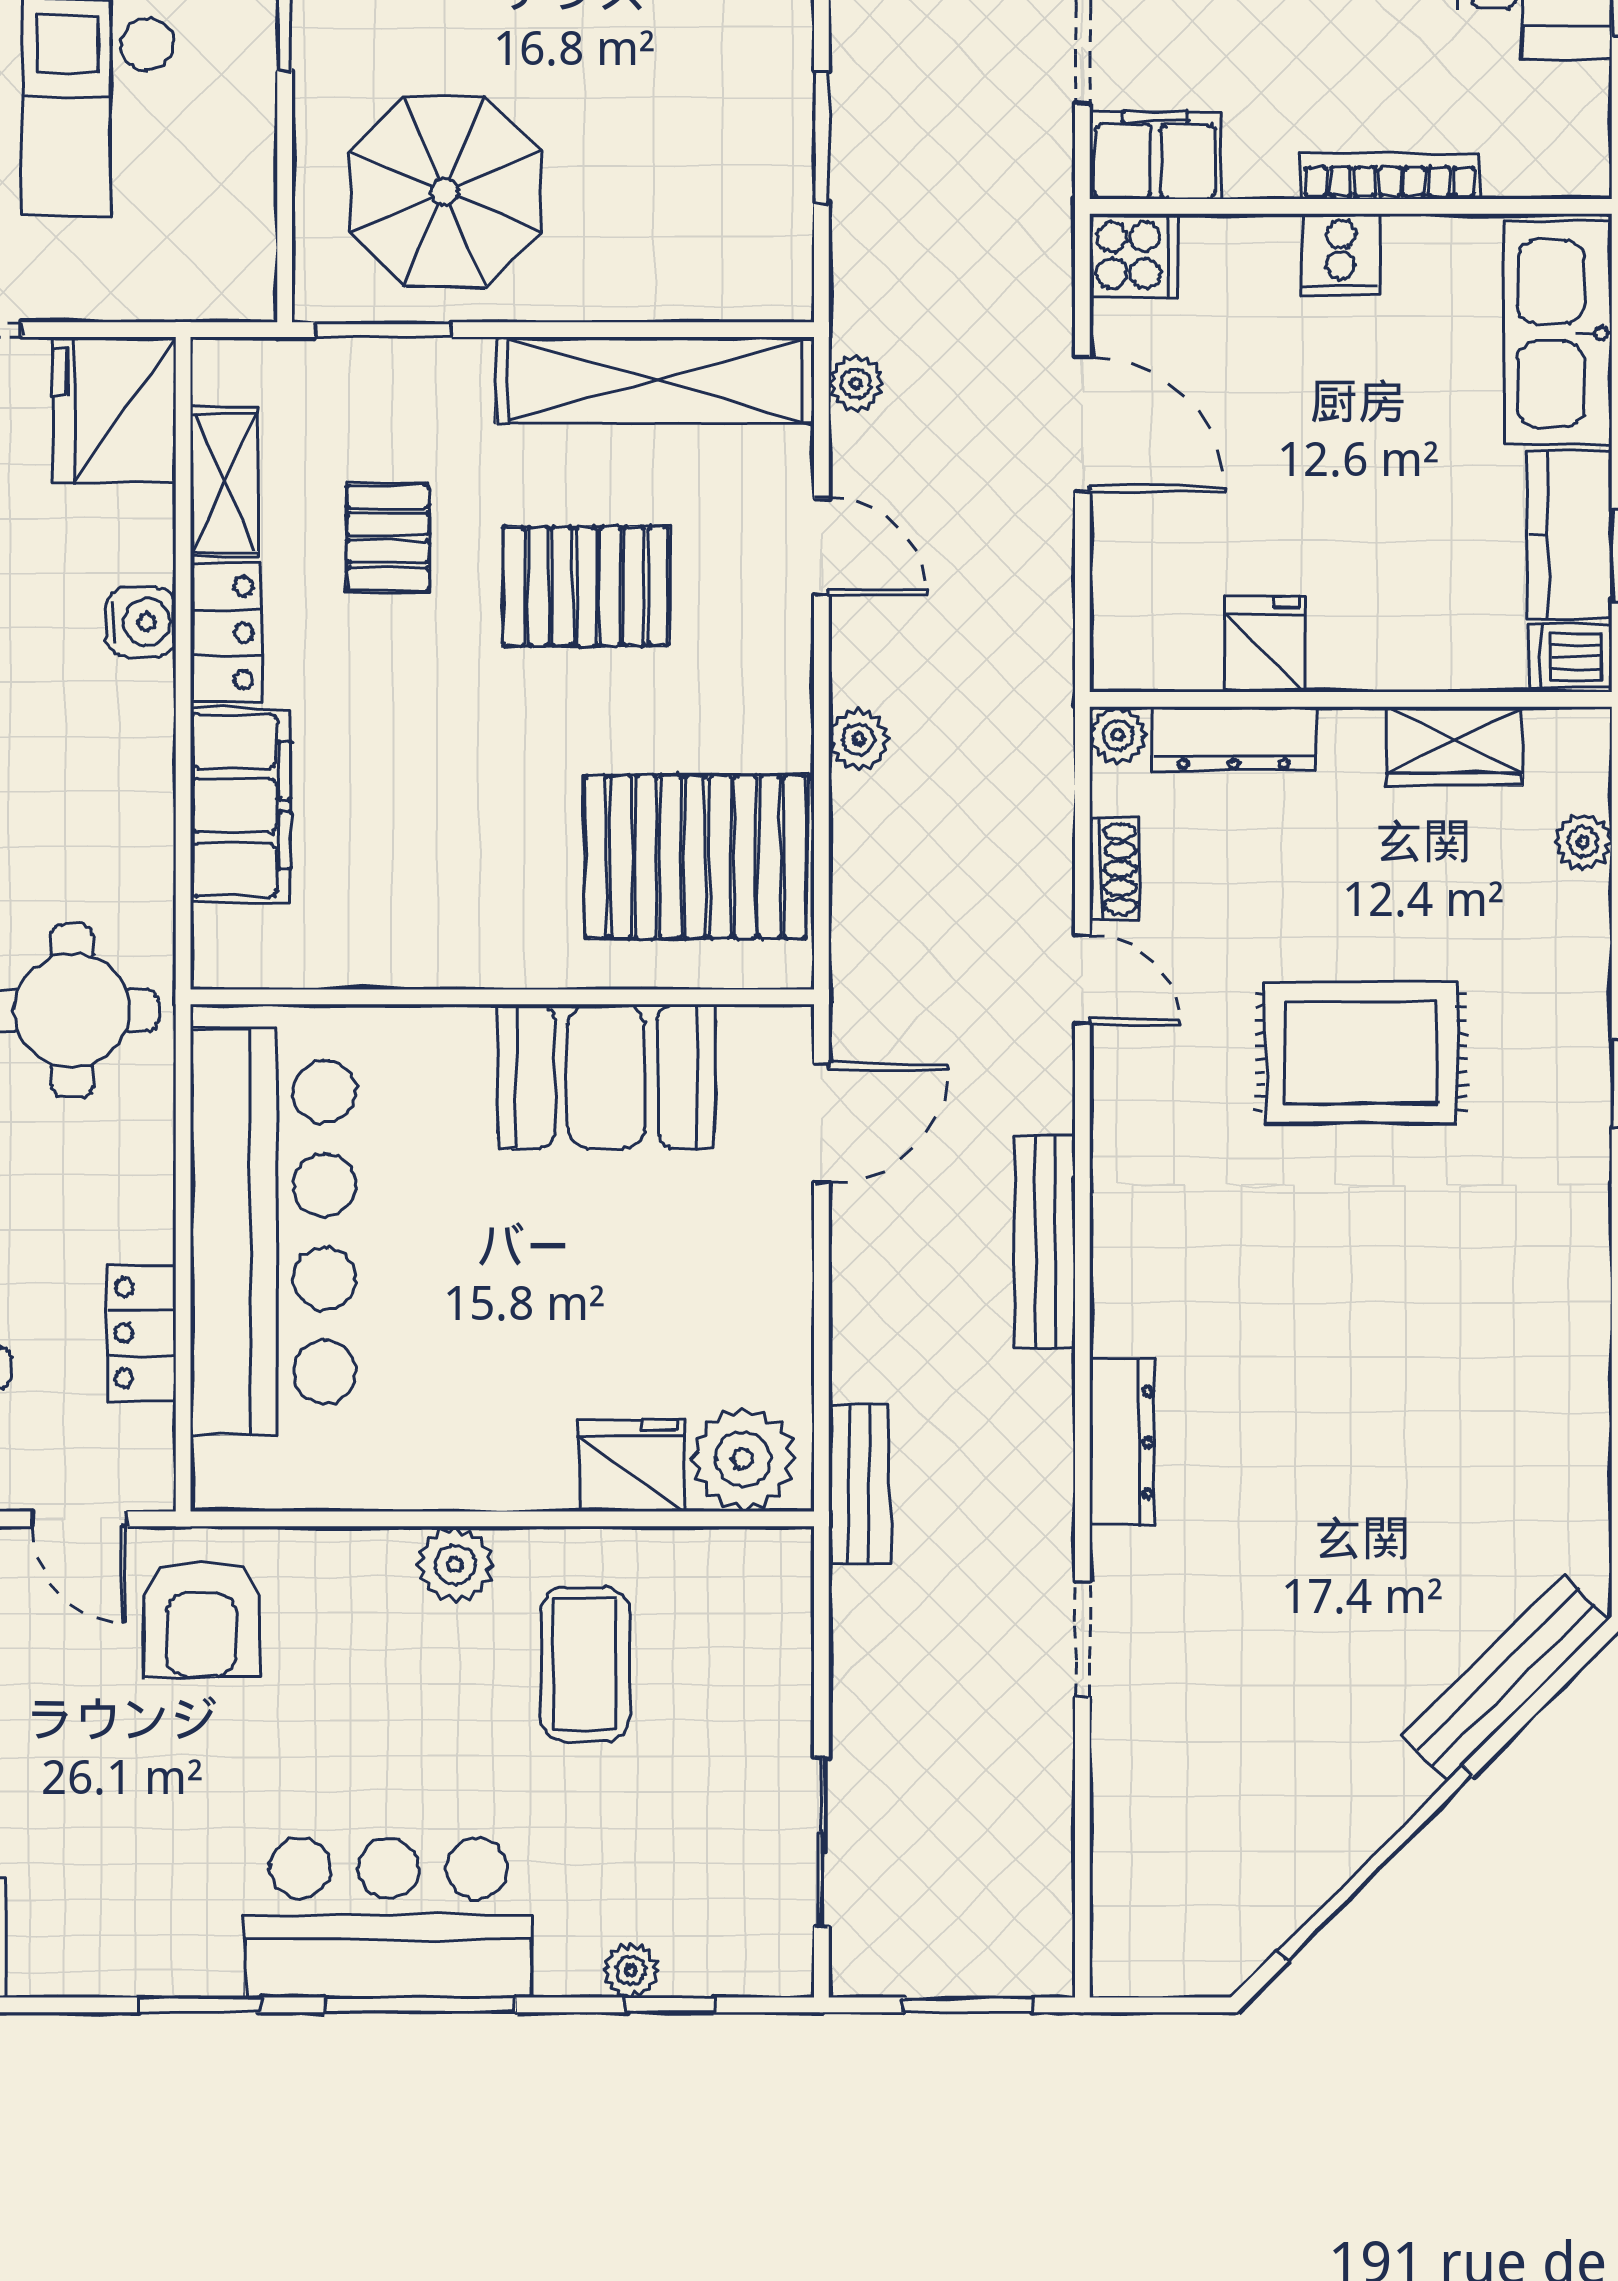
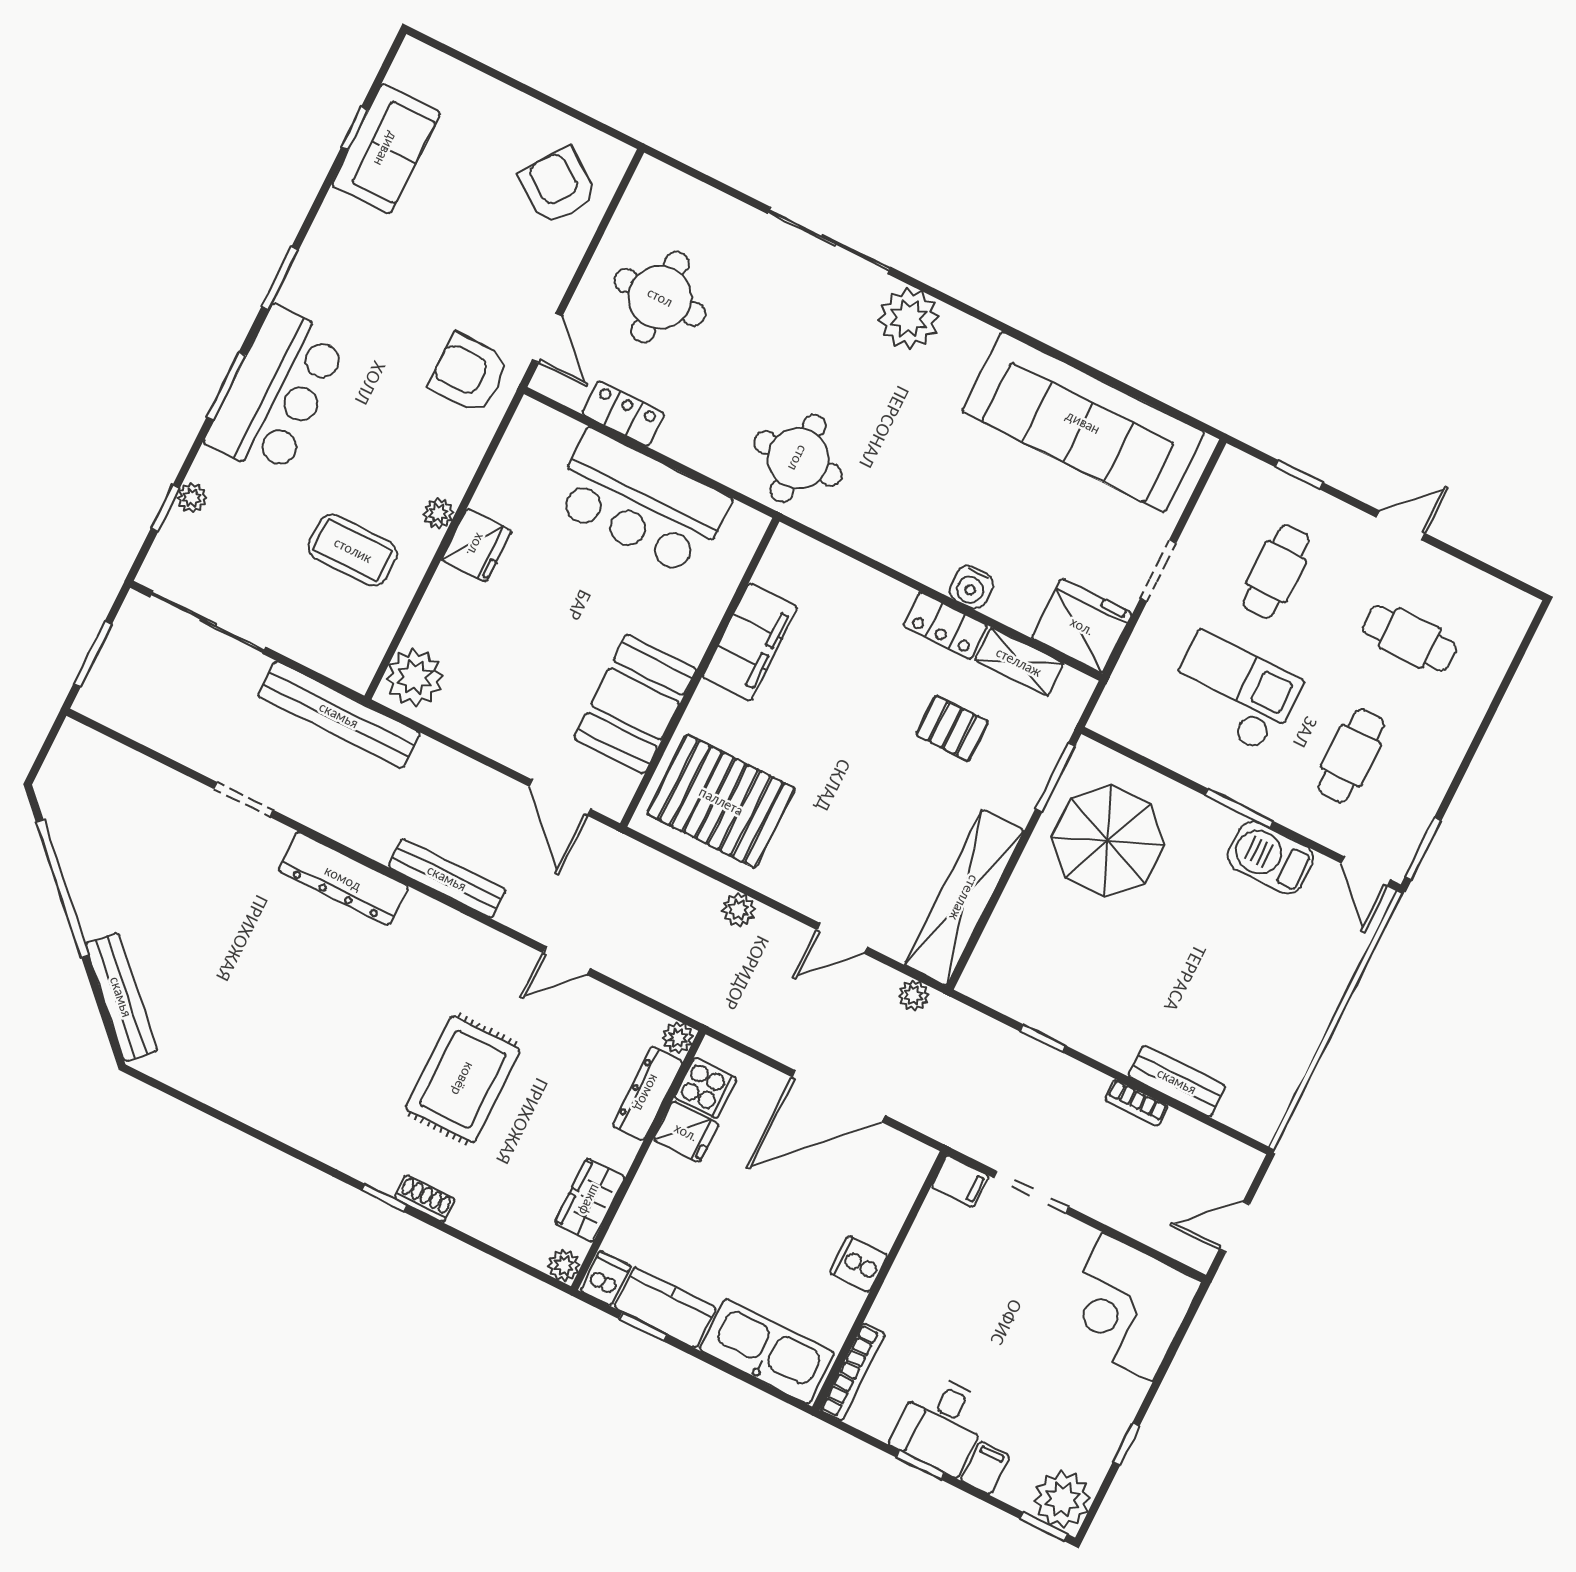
window: (821, 137) -> (1043, 1038), width x0.67
filing cabinet: (1155, 155) -> (960, 1181), width x0.50
bookcase: (1390, 176) -> (853, 1372), moved
cooker: (1134, 255) -> (706, 1088), moved, turned -90
door: (1082, 424) -> (839, 1096), width x1.36
pallet: (586, 586) -> (880, 814), removed
filing cabinet: (241, 805) -> (750, 642), moved, turned -90
plant: (1583, 842) -> (564, 1265), moved
pallet: (695, 857) -> (721, 801), turned 90
shoe rack: (1114, 869) -> (425, 1198), moved, turned 180
bar counter: (273, 1232) -> (641, 503), width x0.73
dresser: (1122, 1442) -> (343, 878), width x1.37, depth x1.24
fridge: (631, 1466) -> (476, 545), moved
bench: (859, 1484) -> (339, 715), width x1.86, depth x1.21
door: (80, 1519) -> (547, 338), swing flipped
plant: (455, 1564) -> (438, 513), width x0.73, depth x0.73
sliding door: (821, 1842) -> (208, 622), width x1.37
window: (420, 2005) -> (226, 386), width x0.69

